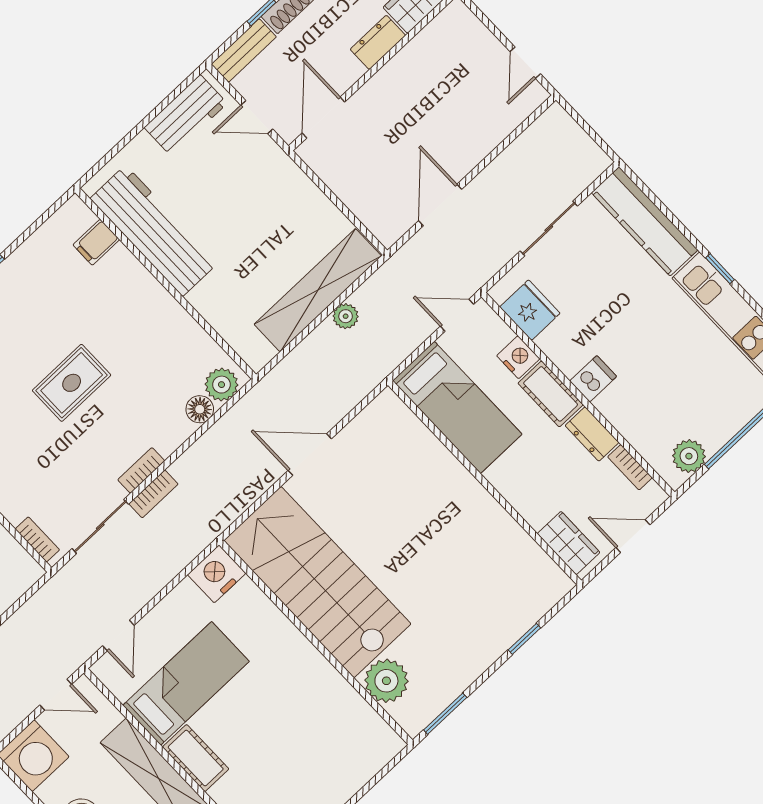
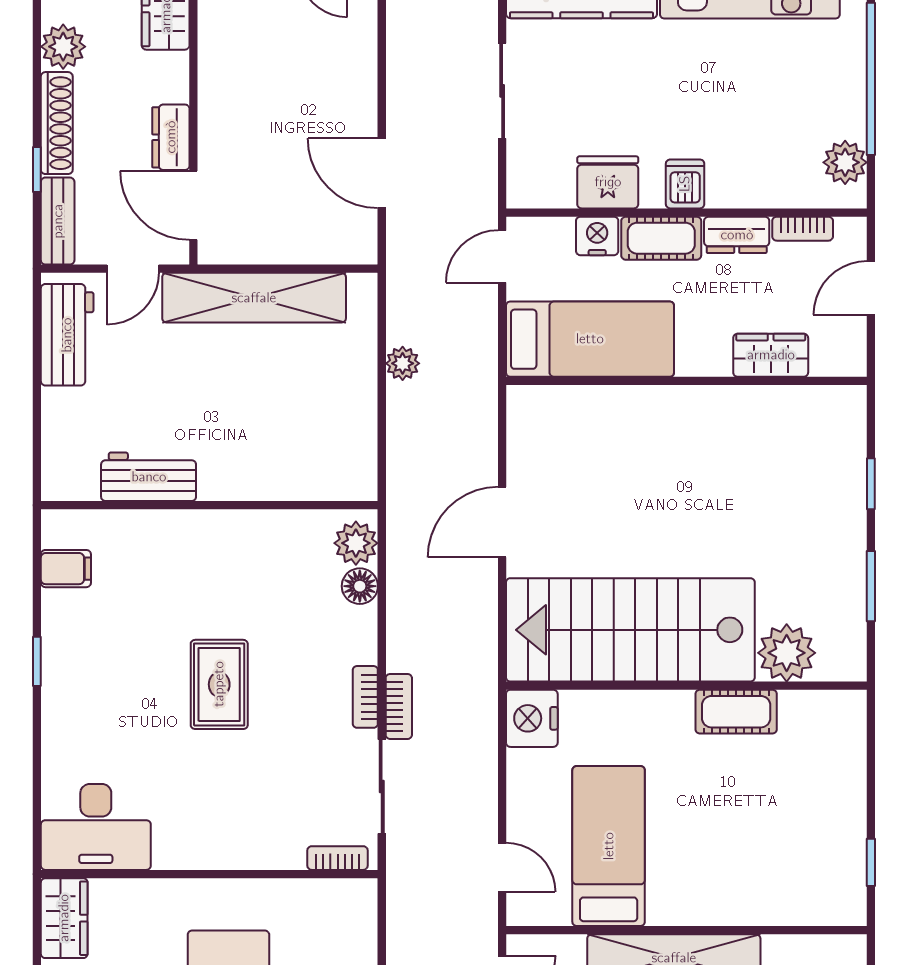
dresser: (378, 42) -> (171, 137), moved
workbench: (154, 231) -> (149, 477), width x0.53, depth x0.76
filing cabinet: (96, 242) -> (66, 569), moved, turned -90
shelving: (318, 290) -> (254, 298), moved, turned 90
fridge: (530, 310) -> (608, 182), moved
wardrobe: (569, 543) -> (771, 355), moved
window: (445, 714) -> (871, 586), moved
cot: (196, 758) -> (736, 712), moved

